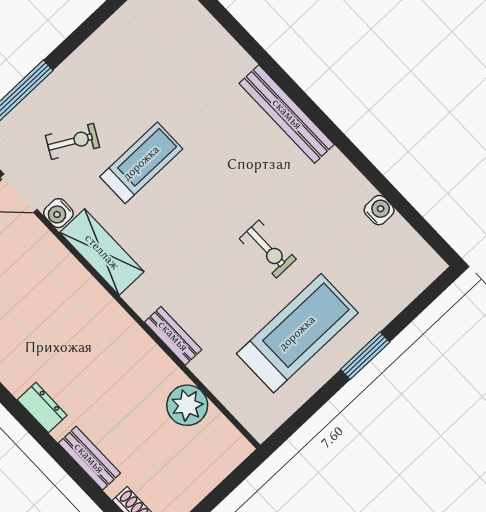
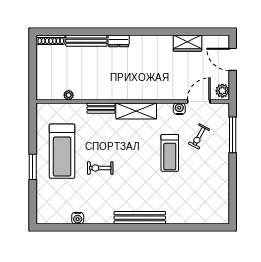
shelving: (102, 252) -> (136, 111), moved
plant: (187, 405) -> (69, 95), width x0.53, depth x0.53
bench: (89, 458) -> (86, 41), width x1.36

